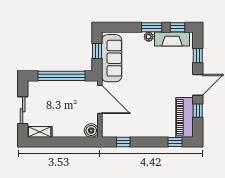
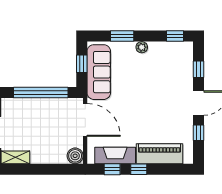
window: (152, 27) -> (122, 36), moved
fireplace: (172, 39) -> (115, 155), moved, turned 180
piano: (184, 117) -> (159, 154), moved, turned 90
window: (175, 142) -> (139, 169), moved

